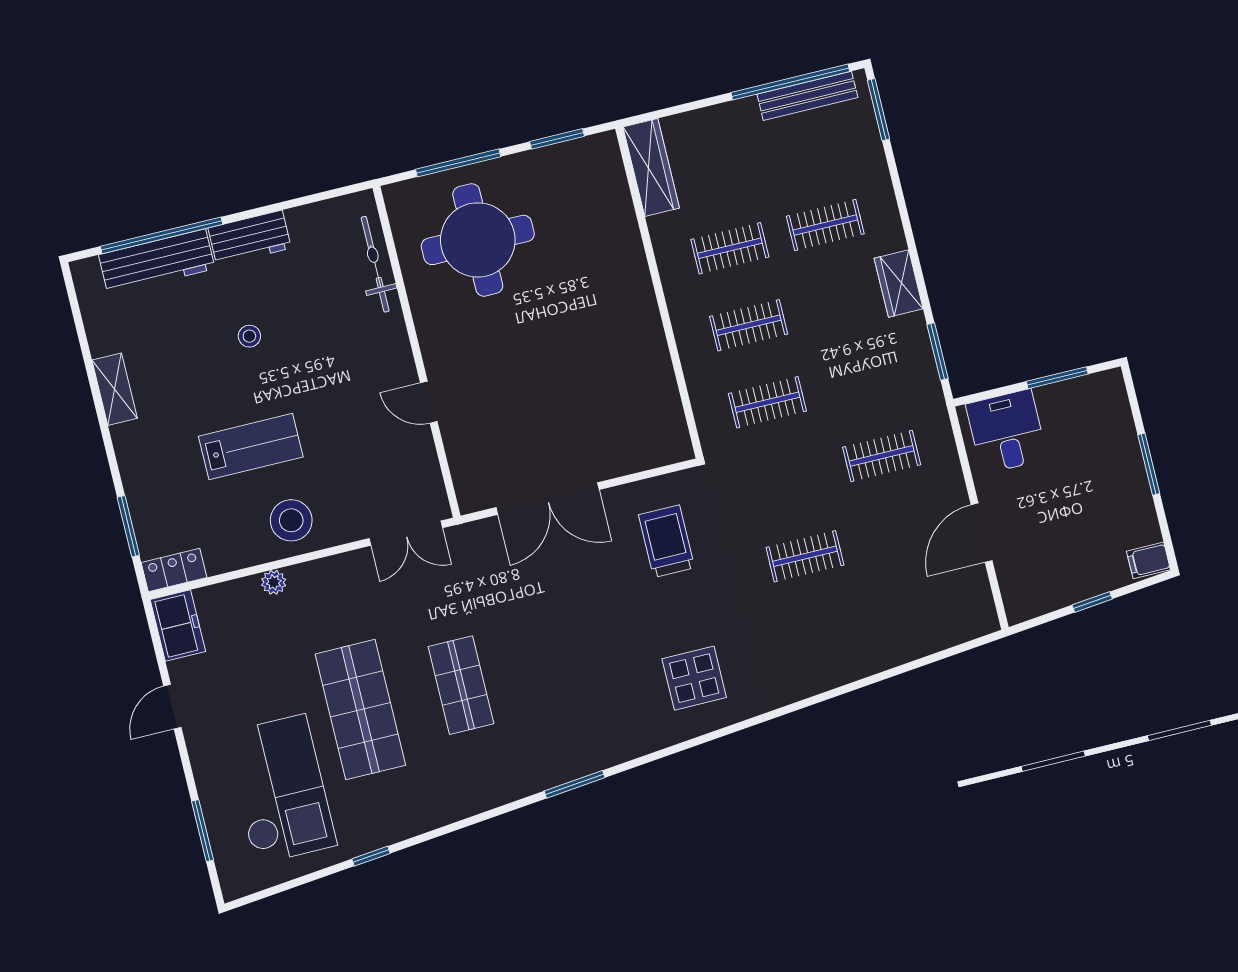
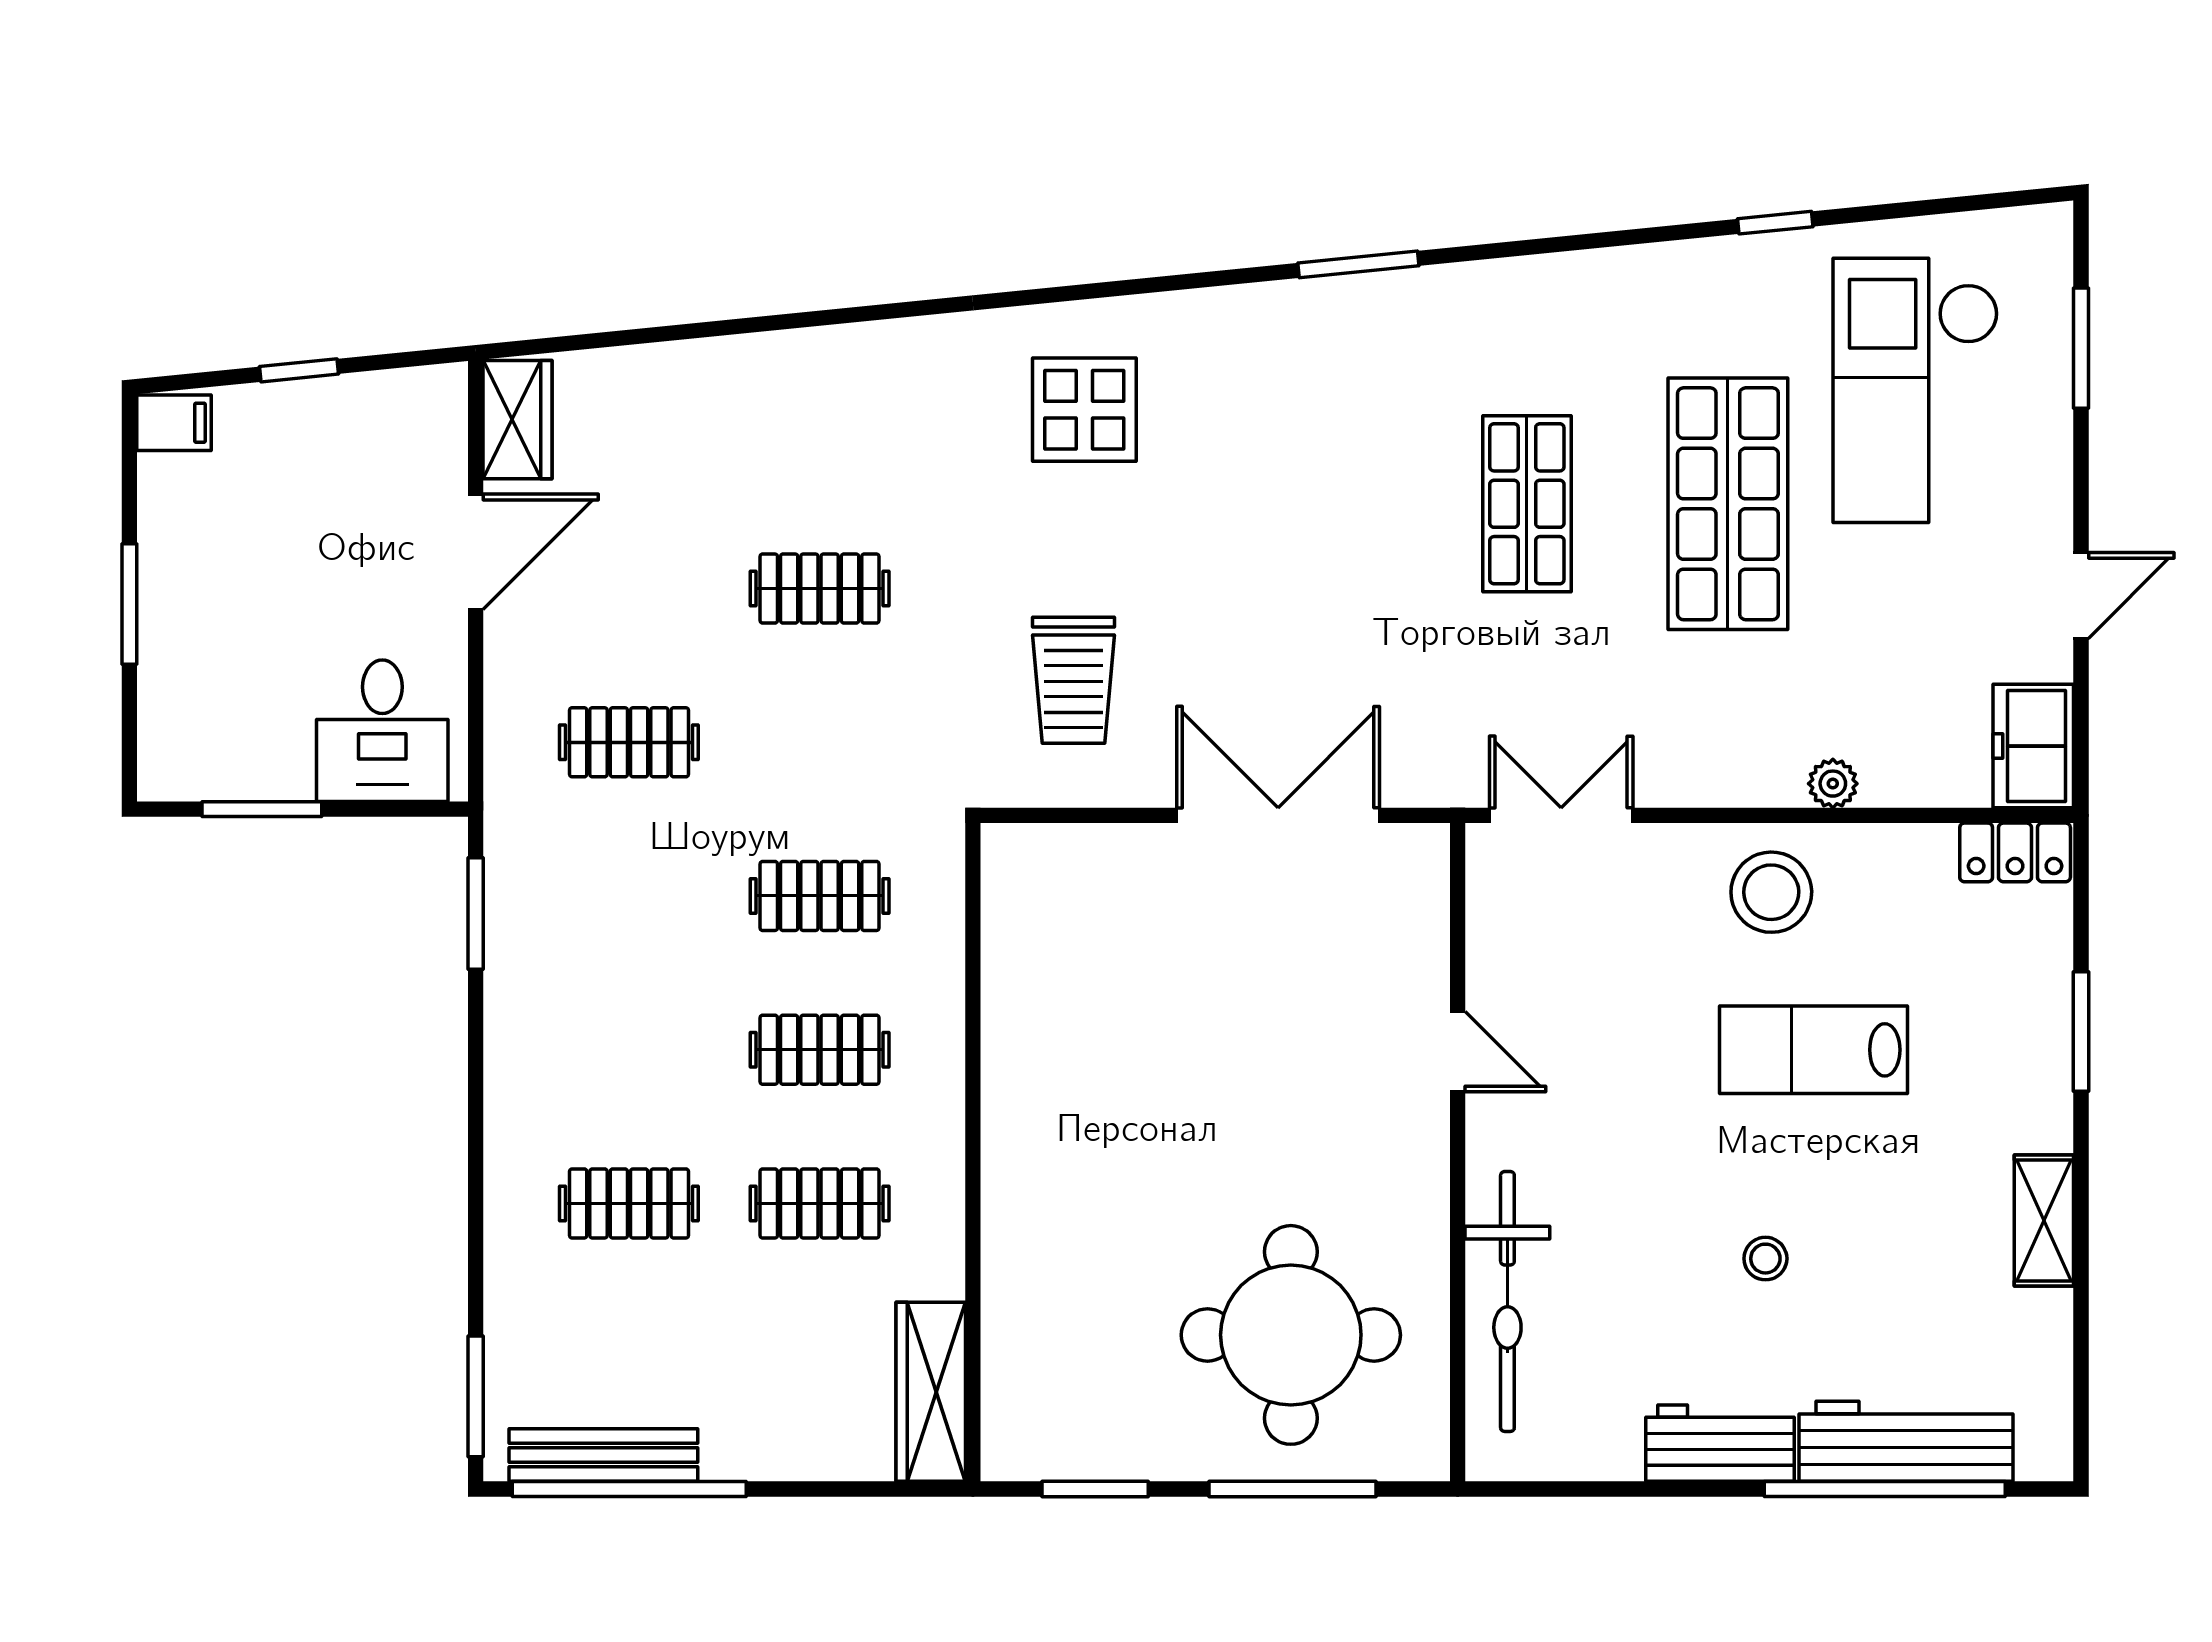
bicycle: (375, 264) -> (1507, 1301), width x1.37, depth x1.40
wardrobe: (899, 284) -> (518, 420), moved
window: (128, 526) -> (2081, 1032), moved

